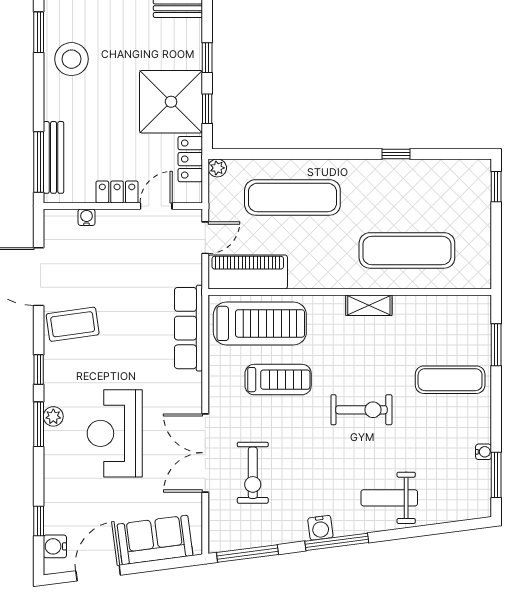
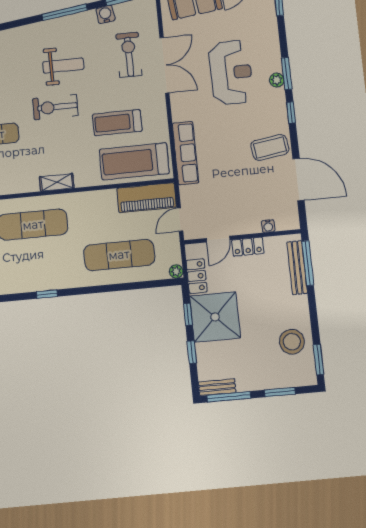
weight bench: (389, 498) -> (63, 66), moved
water cooler: (320, 528) -> (105, 14), moved

